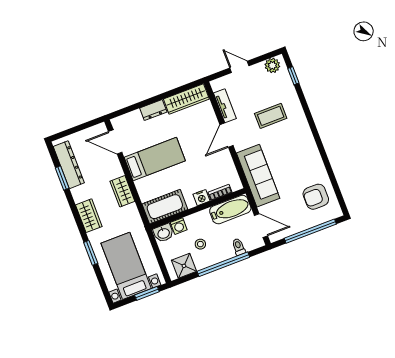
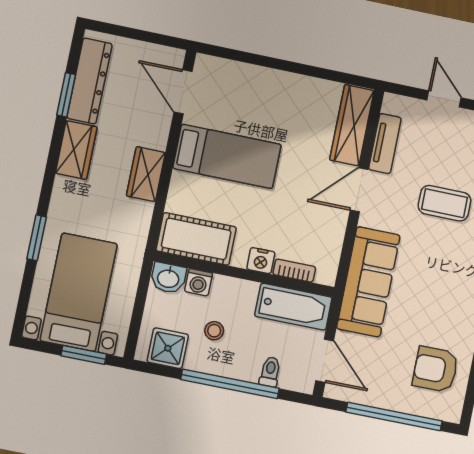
wardrobe: (186, 99) -> (352, 125), moved, turned 90
dresser: (153, 110) -> (272, 81), removed
wardrobe: (89, 216) -> (76, 150), moved

